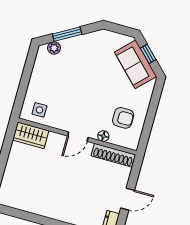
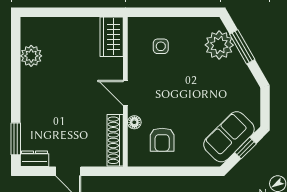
plant: (54, 48) -> (219, 45), width x1.88, depth x1.88
side table: (39, 110) -> (161, 46), moved
plant: (28, 203) -> (31, 56), added

